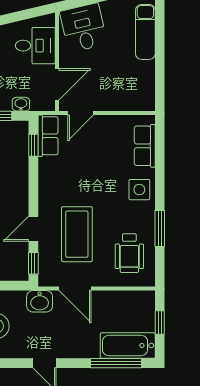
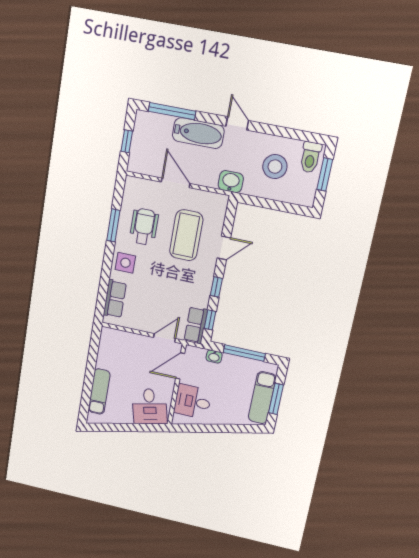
wheelchair: (129, 253) -> (144, 227), moved
window: (33, 263) -> (216, 287), moved
door: (75, 289) -> (176, 183), moved
bathtub: (128, 345) -> (198, 133), moved

